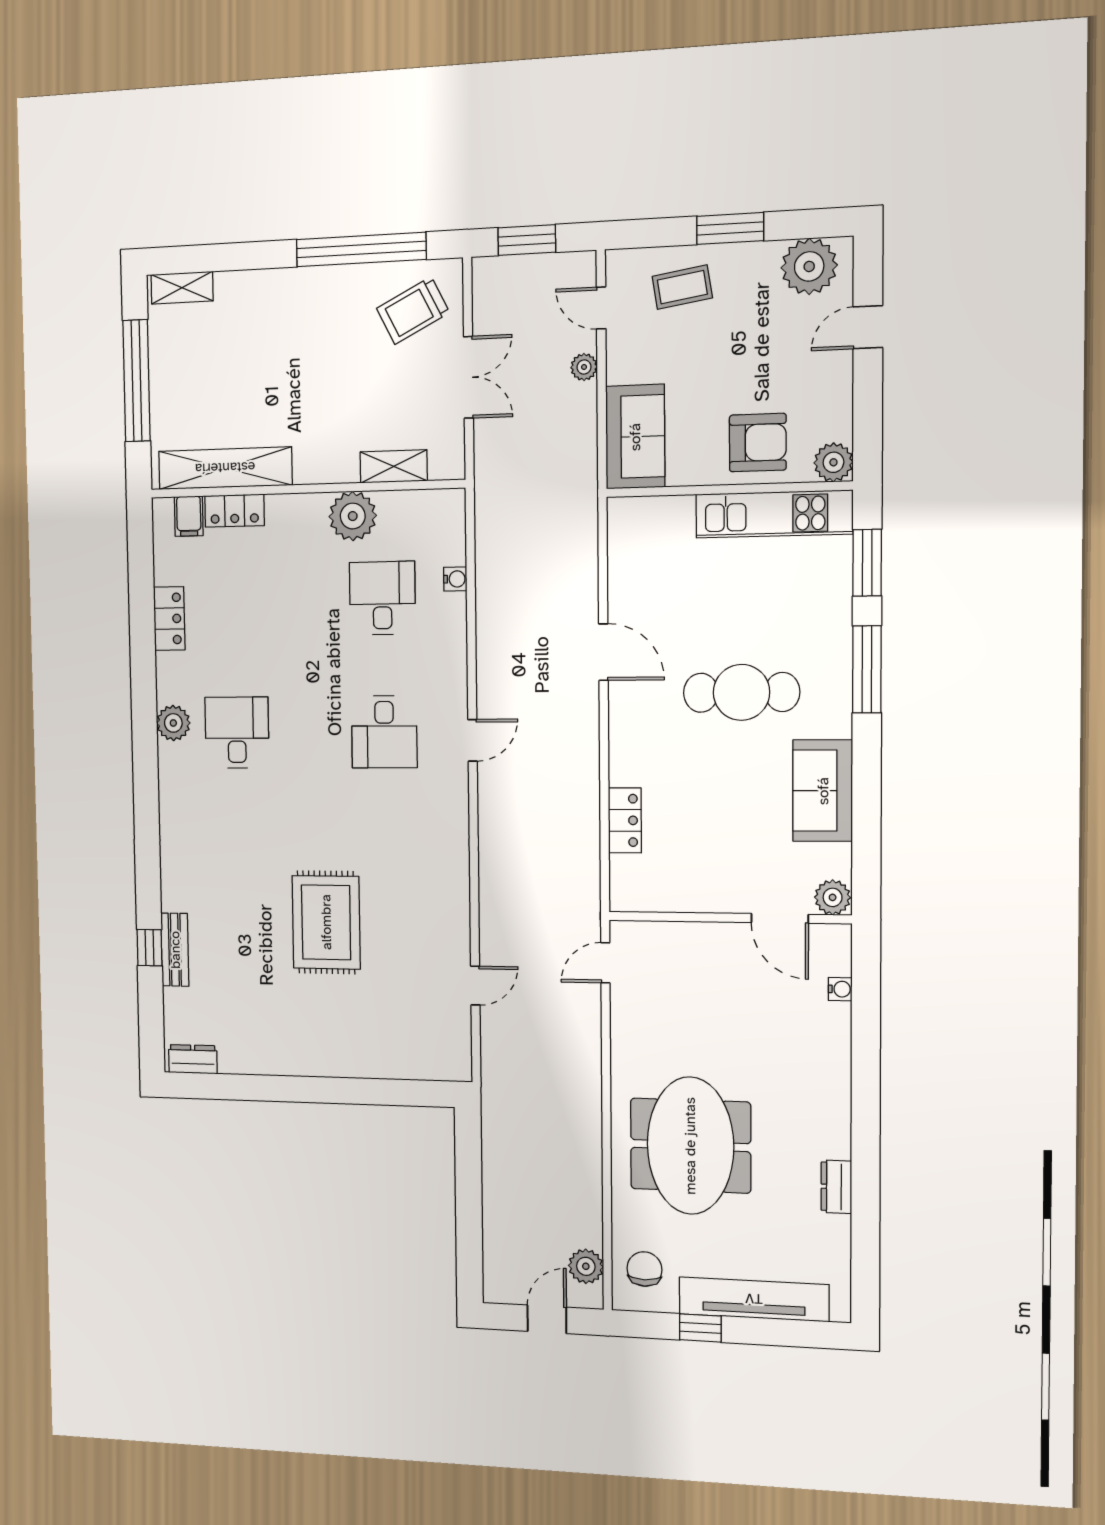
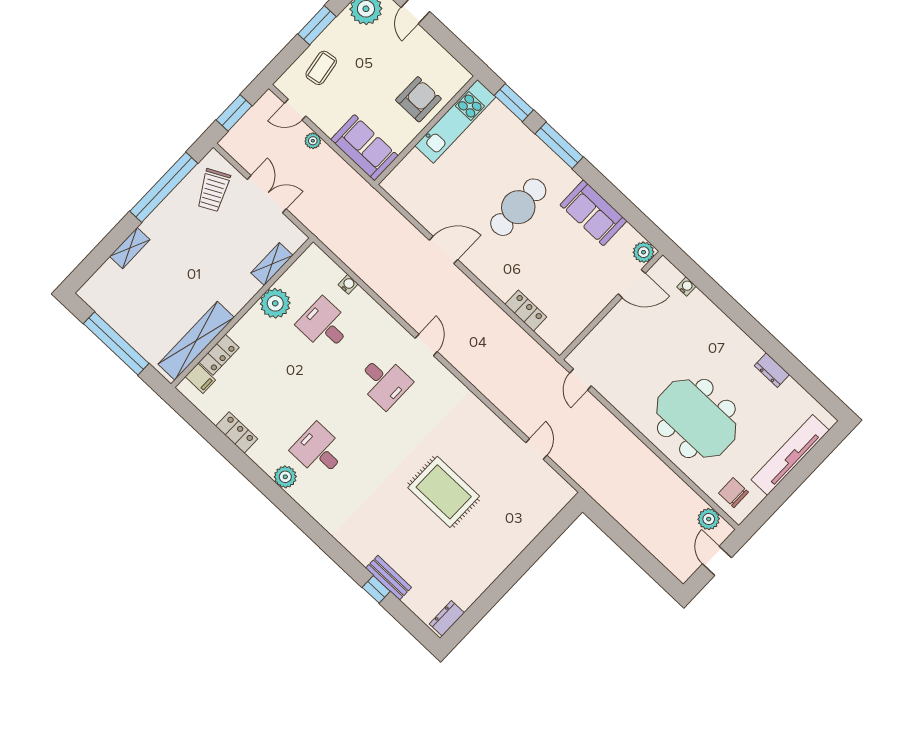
shelving: (182, 288) -> (130, 248), moved
plant: (833, 462) -> (458, 76), removed
window: (700, 1328) -> (782, 492), removed

